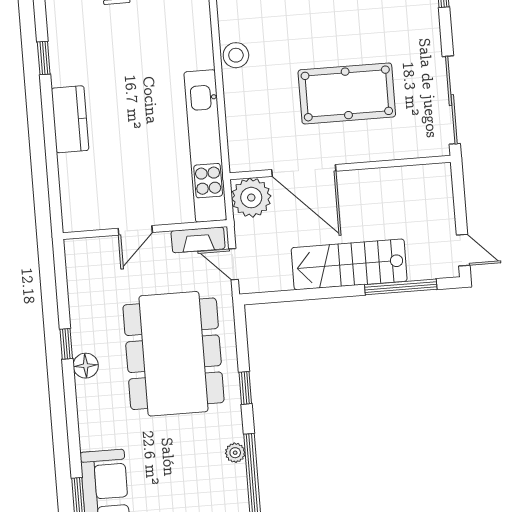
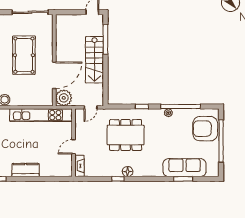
door: (135, 230) -> (74, 147), swing flipped
fireplace: (198, 240) -> (79, 166), moved
dining table: (173, 354) -> (126, 135), width x0.73, depth x0.80

